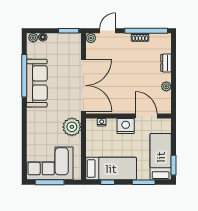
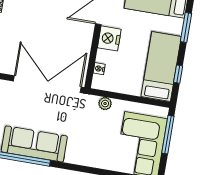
plant: (72, 127) -> (105, 104), width x0.53, depth x0.53
window: (50, 182) -> (168, 135), moved

